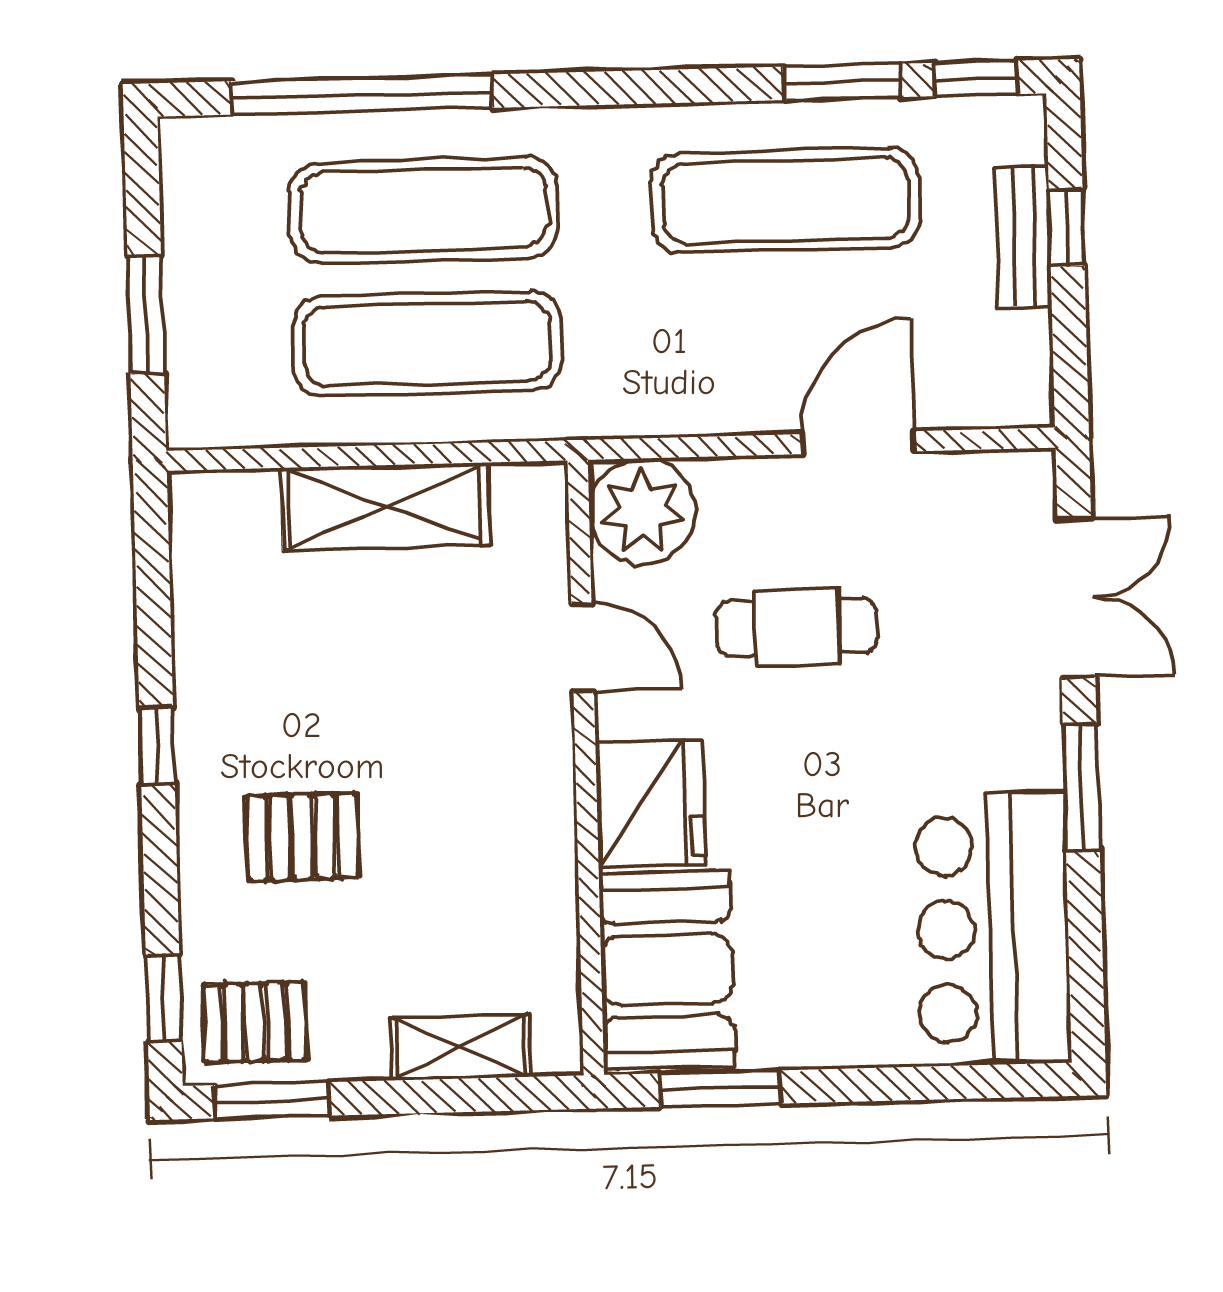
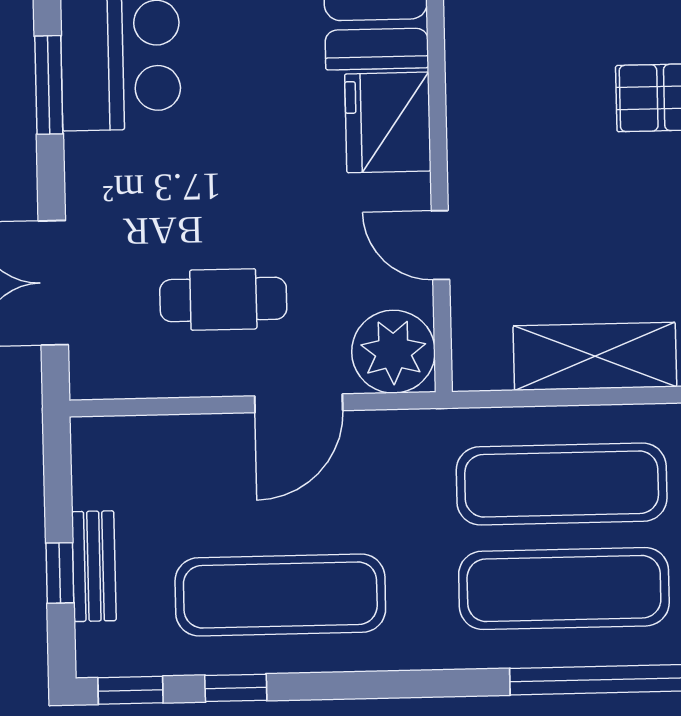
window: (842, 82) -> (236, 688), width x0.67
door: (858, 443) -> (299, 403), moved
cafe table: (797, 627) -> (223, 299), moved
window: (1081, 787) -> (49, 85), moved

